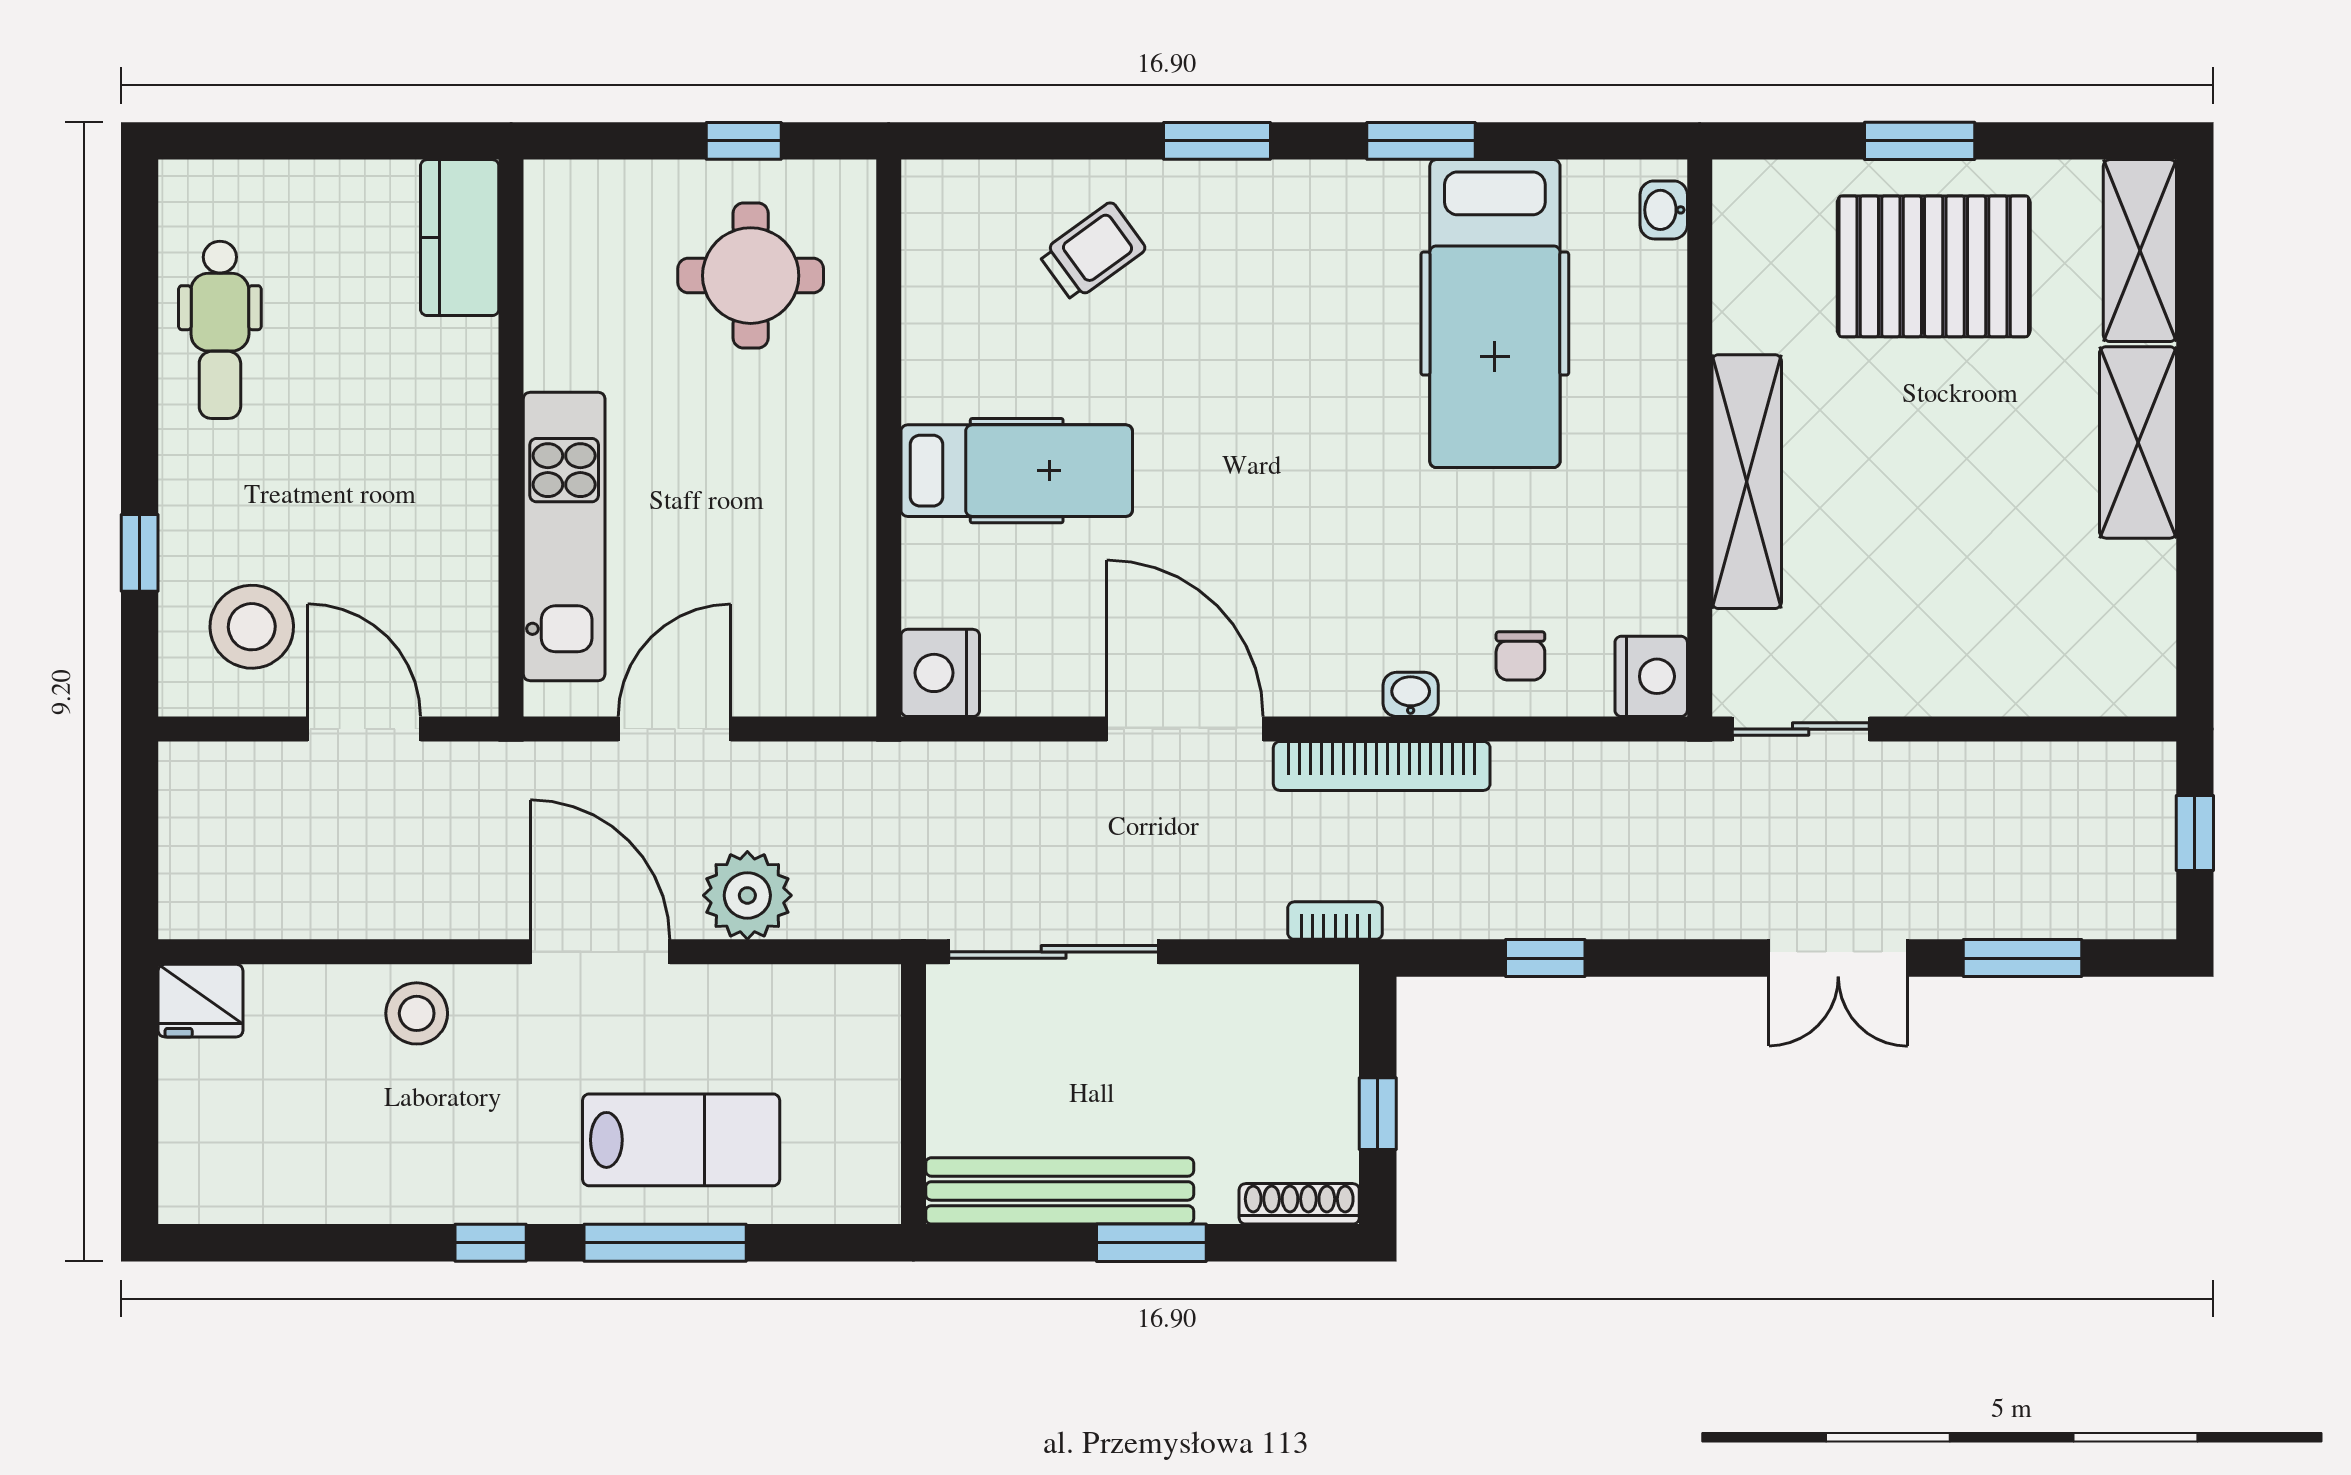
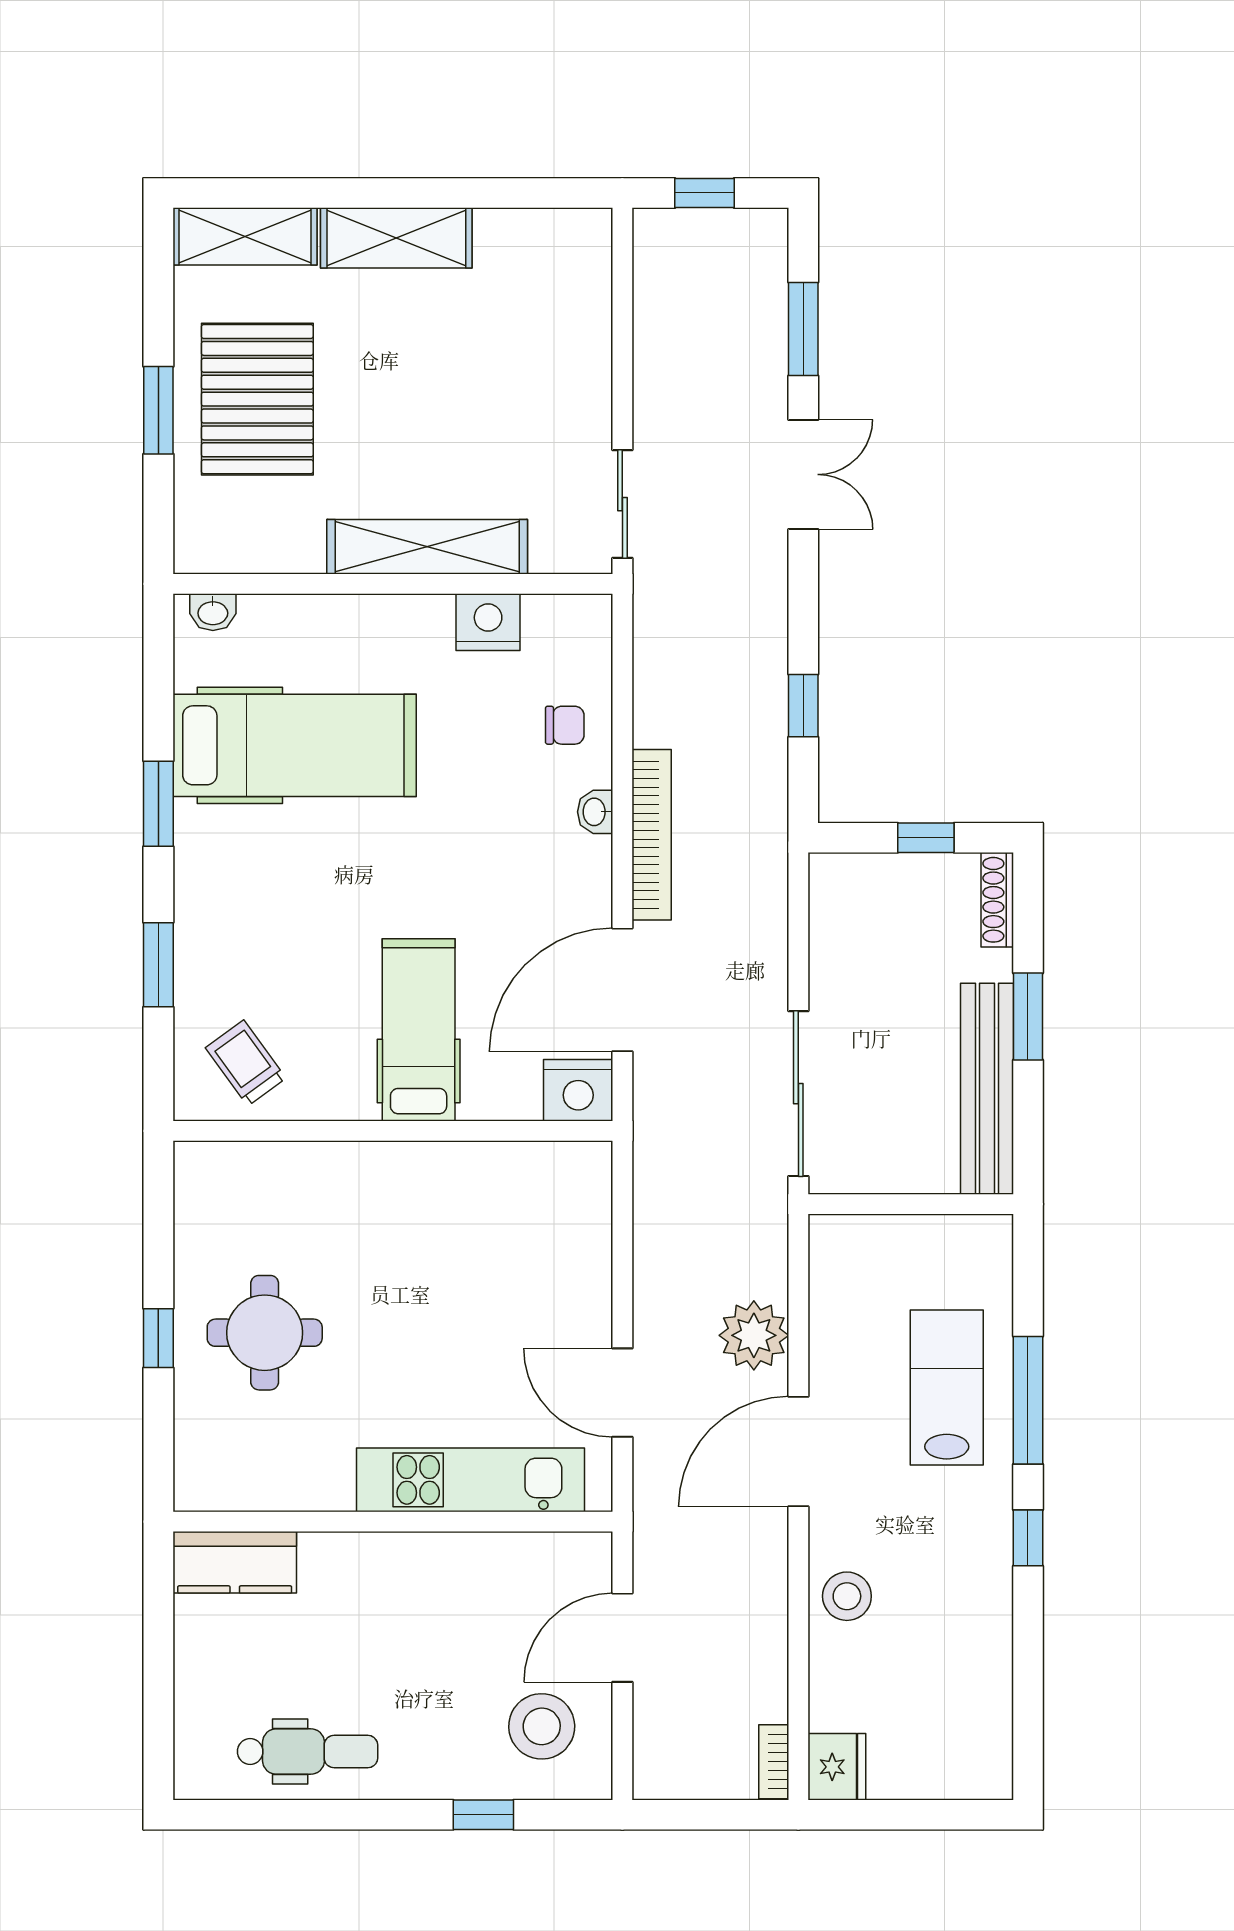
wall: (889, 438) -> (393, 1131), moved
hospital bed: (1017, 471) -> (419, 1030), moved
nightstand: (940, 673) -> (578, 1090), moved
nightstand: (1651, 676) -> (488, 622), moved
bookcase: (1335, 921) -> (774, 1762), moved

